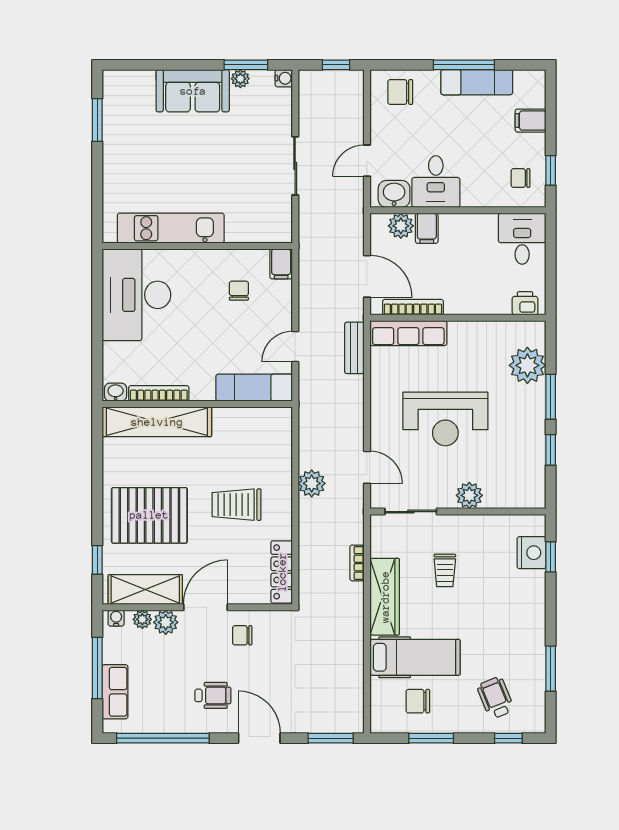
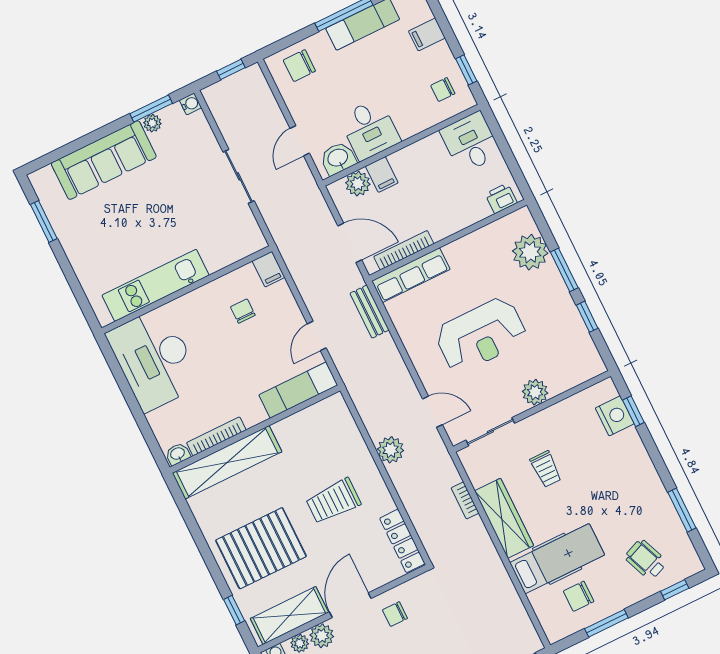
sofa: (193, 91) -> (104, 160), width x1.36

